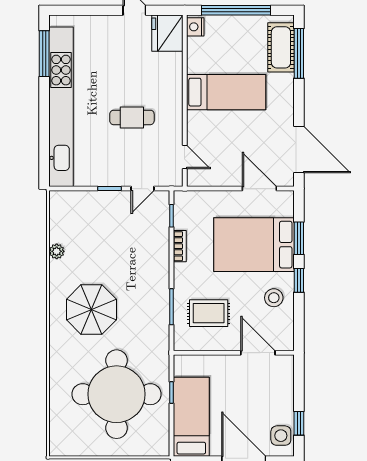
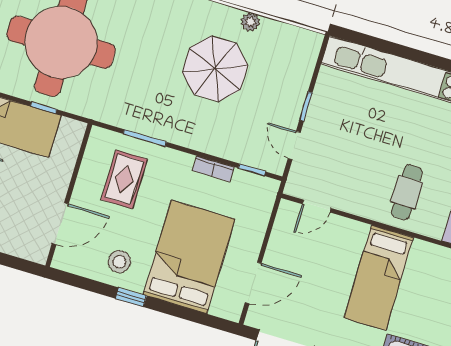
cafe table: (132, 117) -> (407, 192), moved
window: (299, 238) -> (181, 312), removed
parasol: (91, 309) -> (215, 69), moved

